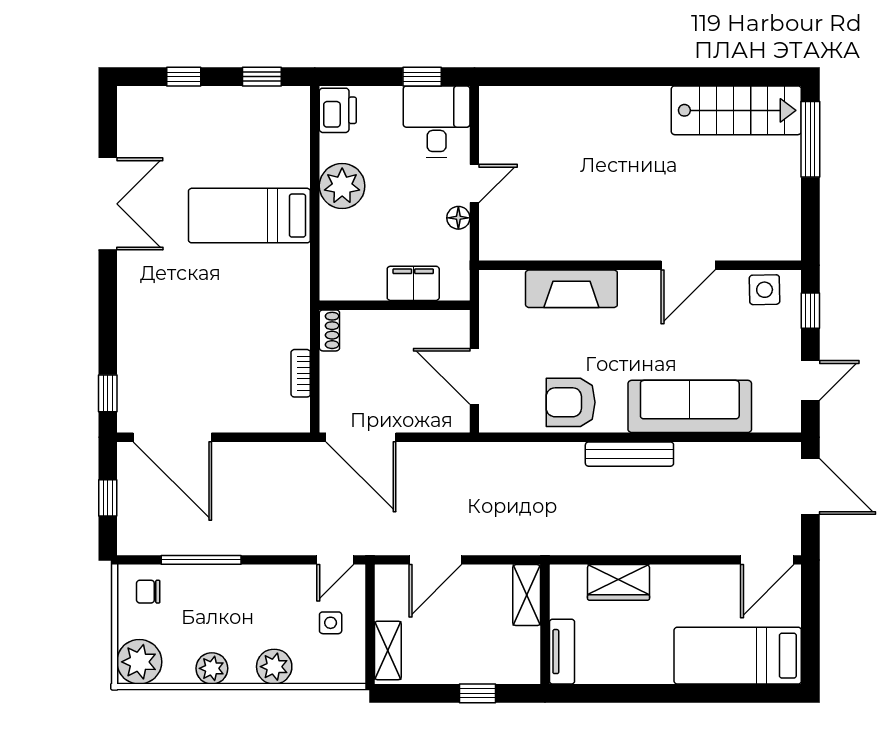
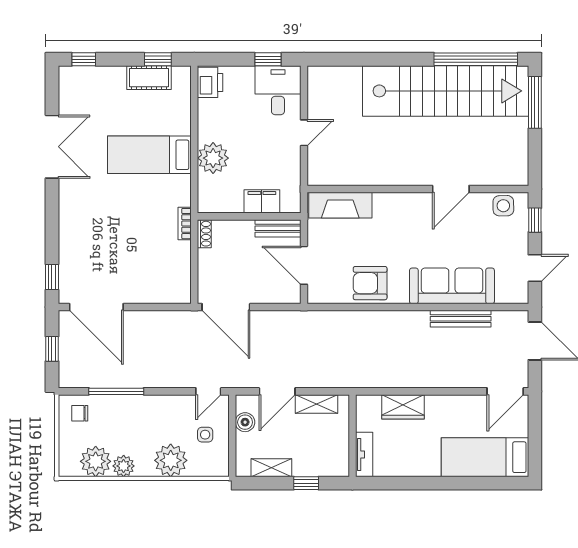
window: (184, 77) -> (84, 59), moved
window: (724, 77) -> (476, 59), added
cot: (249, 103) -> (149, 78), added
stairs: (736, 110) -> (446, 91), width x1.86, depth x1.51
plant: (342, 186) -> (213, 158), moved
floor lamp: (458, 218) -> (293, 156), removed
fireplace: (571, 289) -> (340, 205), moved
bench: (436, 323) -> (278, 228), added
bookcase: (301, 373) -> (185, 224), moved
bench: (629, 454) -> (461, 319), moved
shelving: (527, 595) -> (317, 404), moved, turned 90
boiler: (389, 605) -> (245, 422), added
shelving: (388, 650) -> (271, 468), moved, turned 90
plant: (139, 662) -> (96, 461), moved
plant: (274, 667) -> (171, 460), width x1.36, depth x1.36

